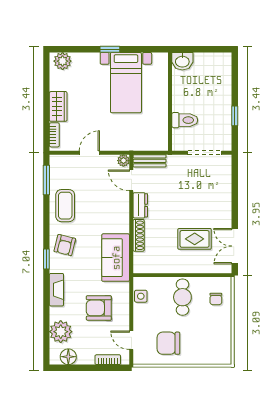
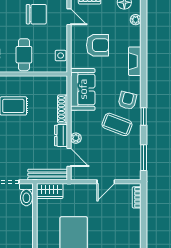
wardrobe: (58, 106) -> (50, 191), moved, turned -90
toilet: (185, 120) -> (26, 195), moved, turned -90
plant: (123, 161) -> (76, 138), moved
bench: (150, 161) -> (48, 175), width x1.36
coffee table: (65, 206) -> (117, 124), moved, turned -69
window: (46, 259) -> (144, 116), moved
plant: (61, 332) -> (136, 20), width x0.53, depth x0.53

